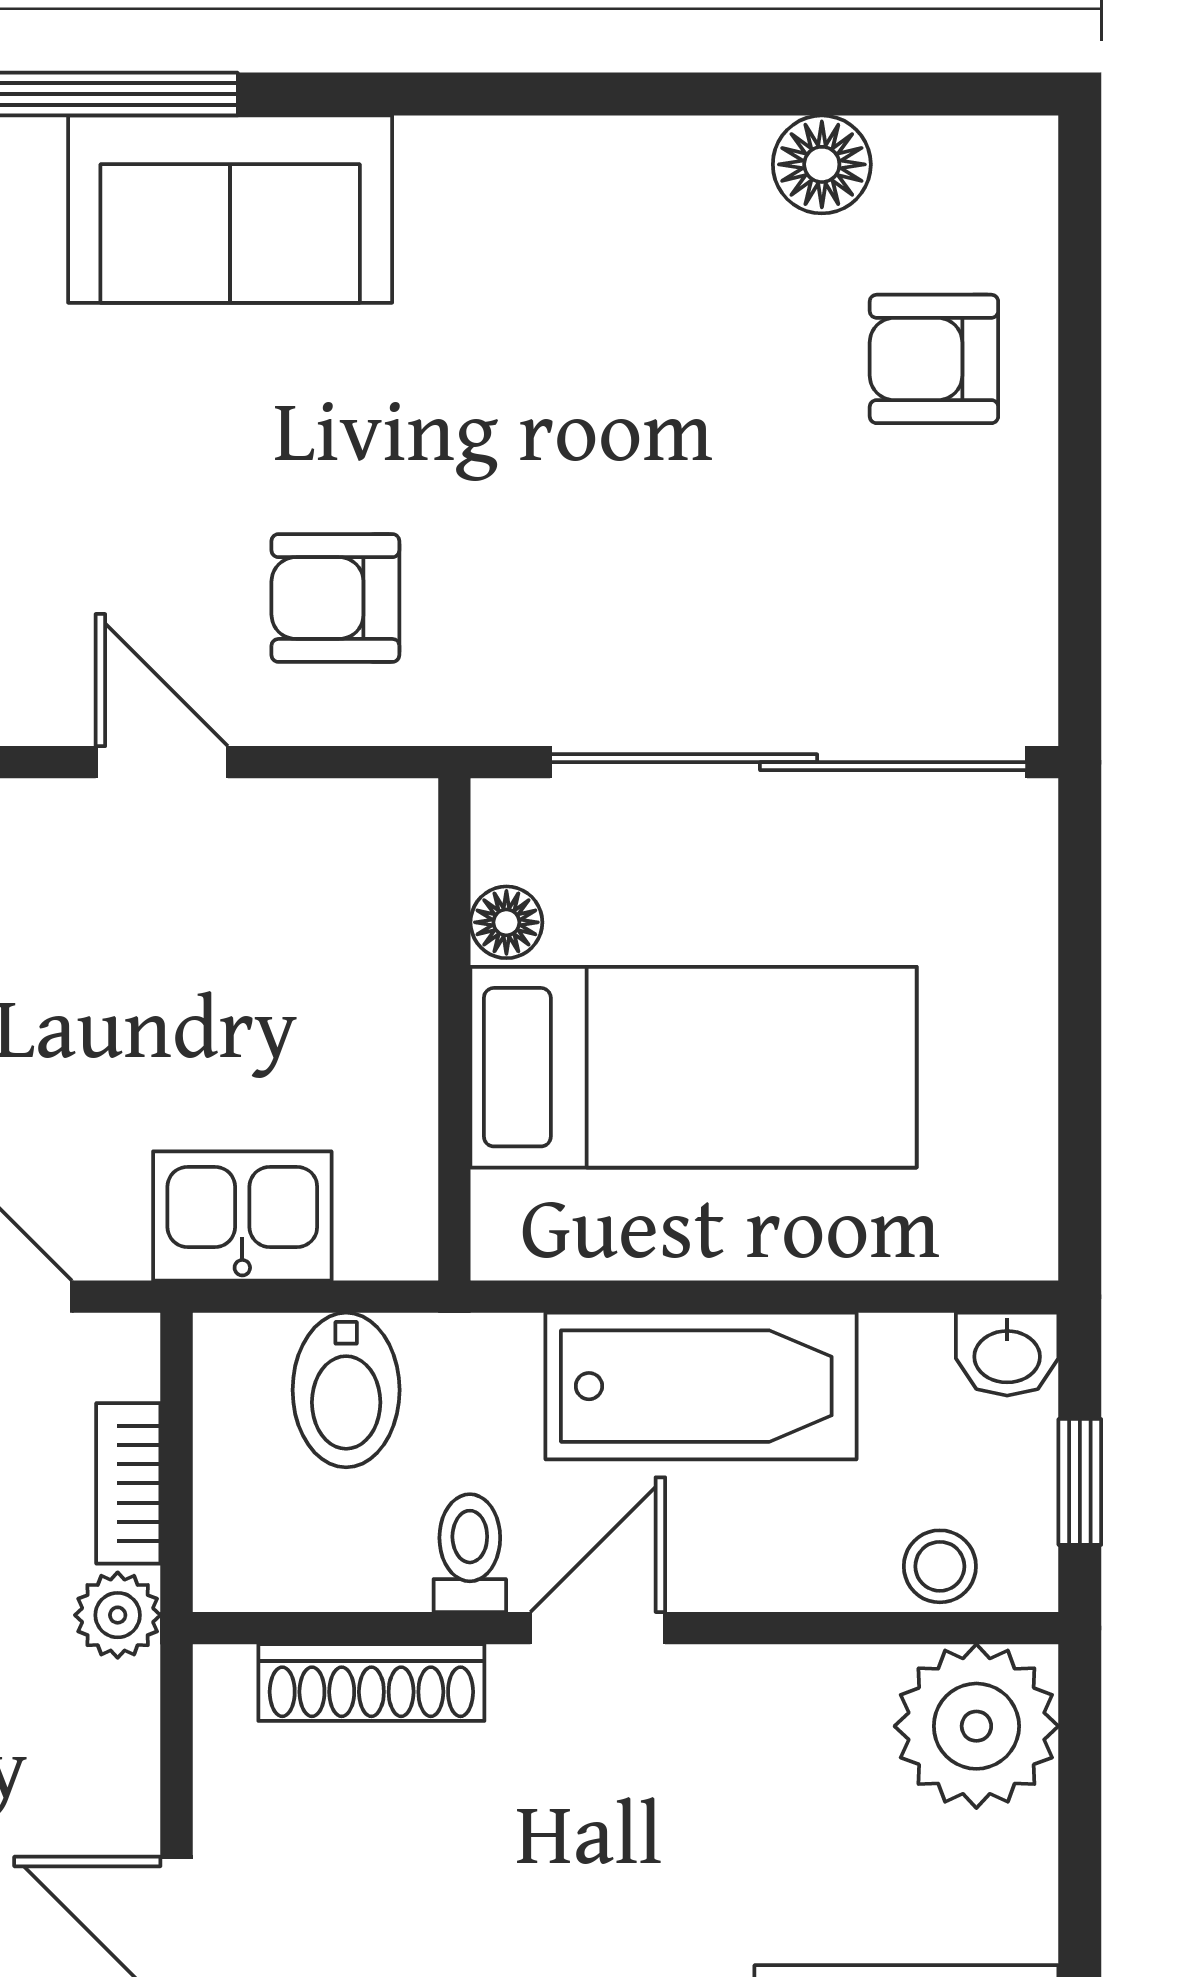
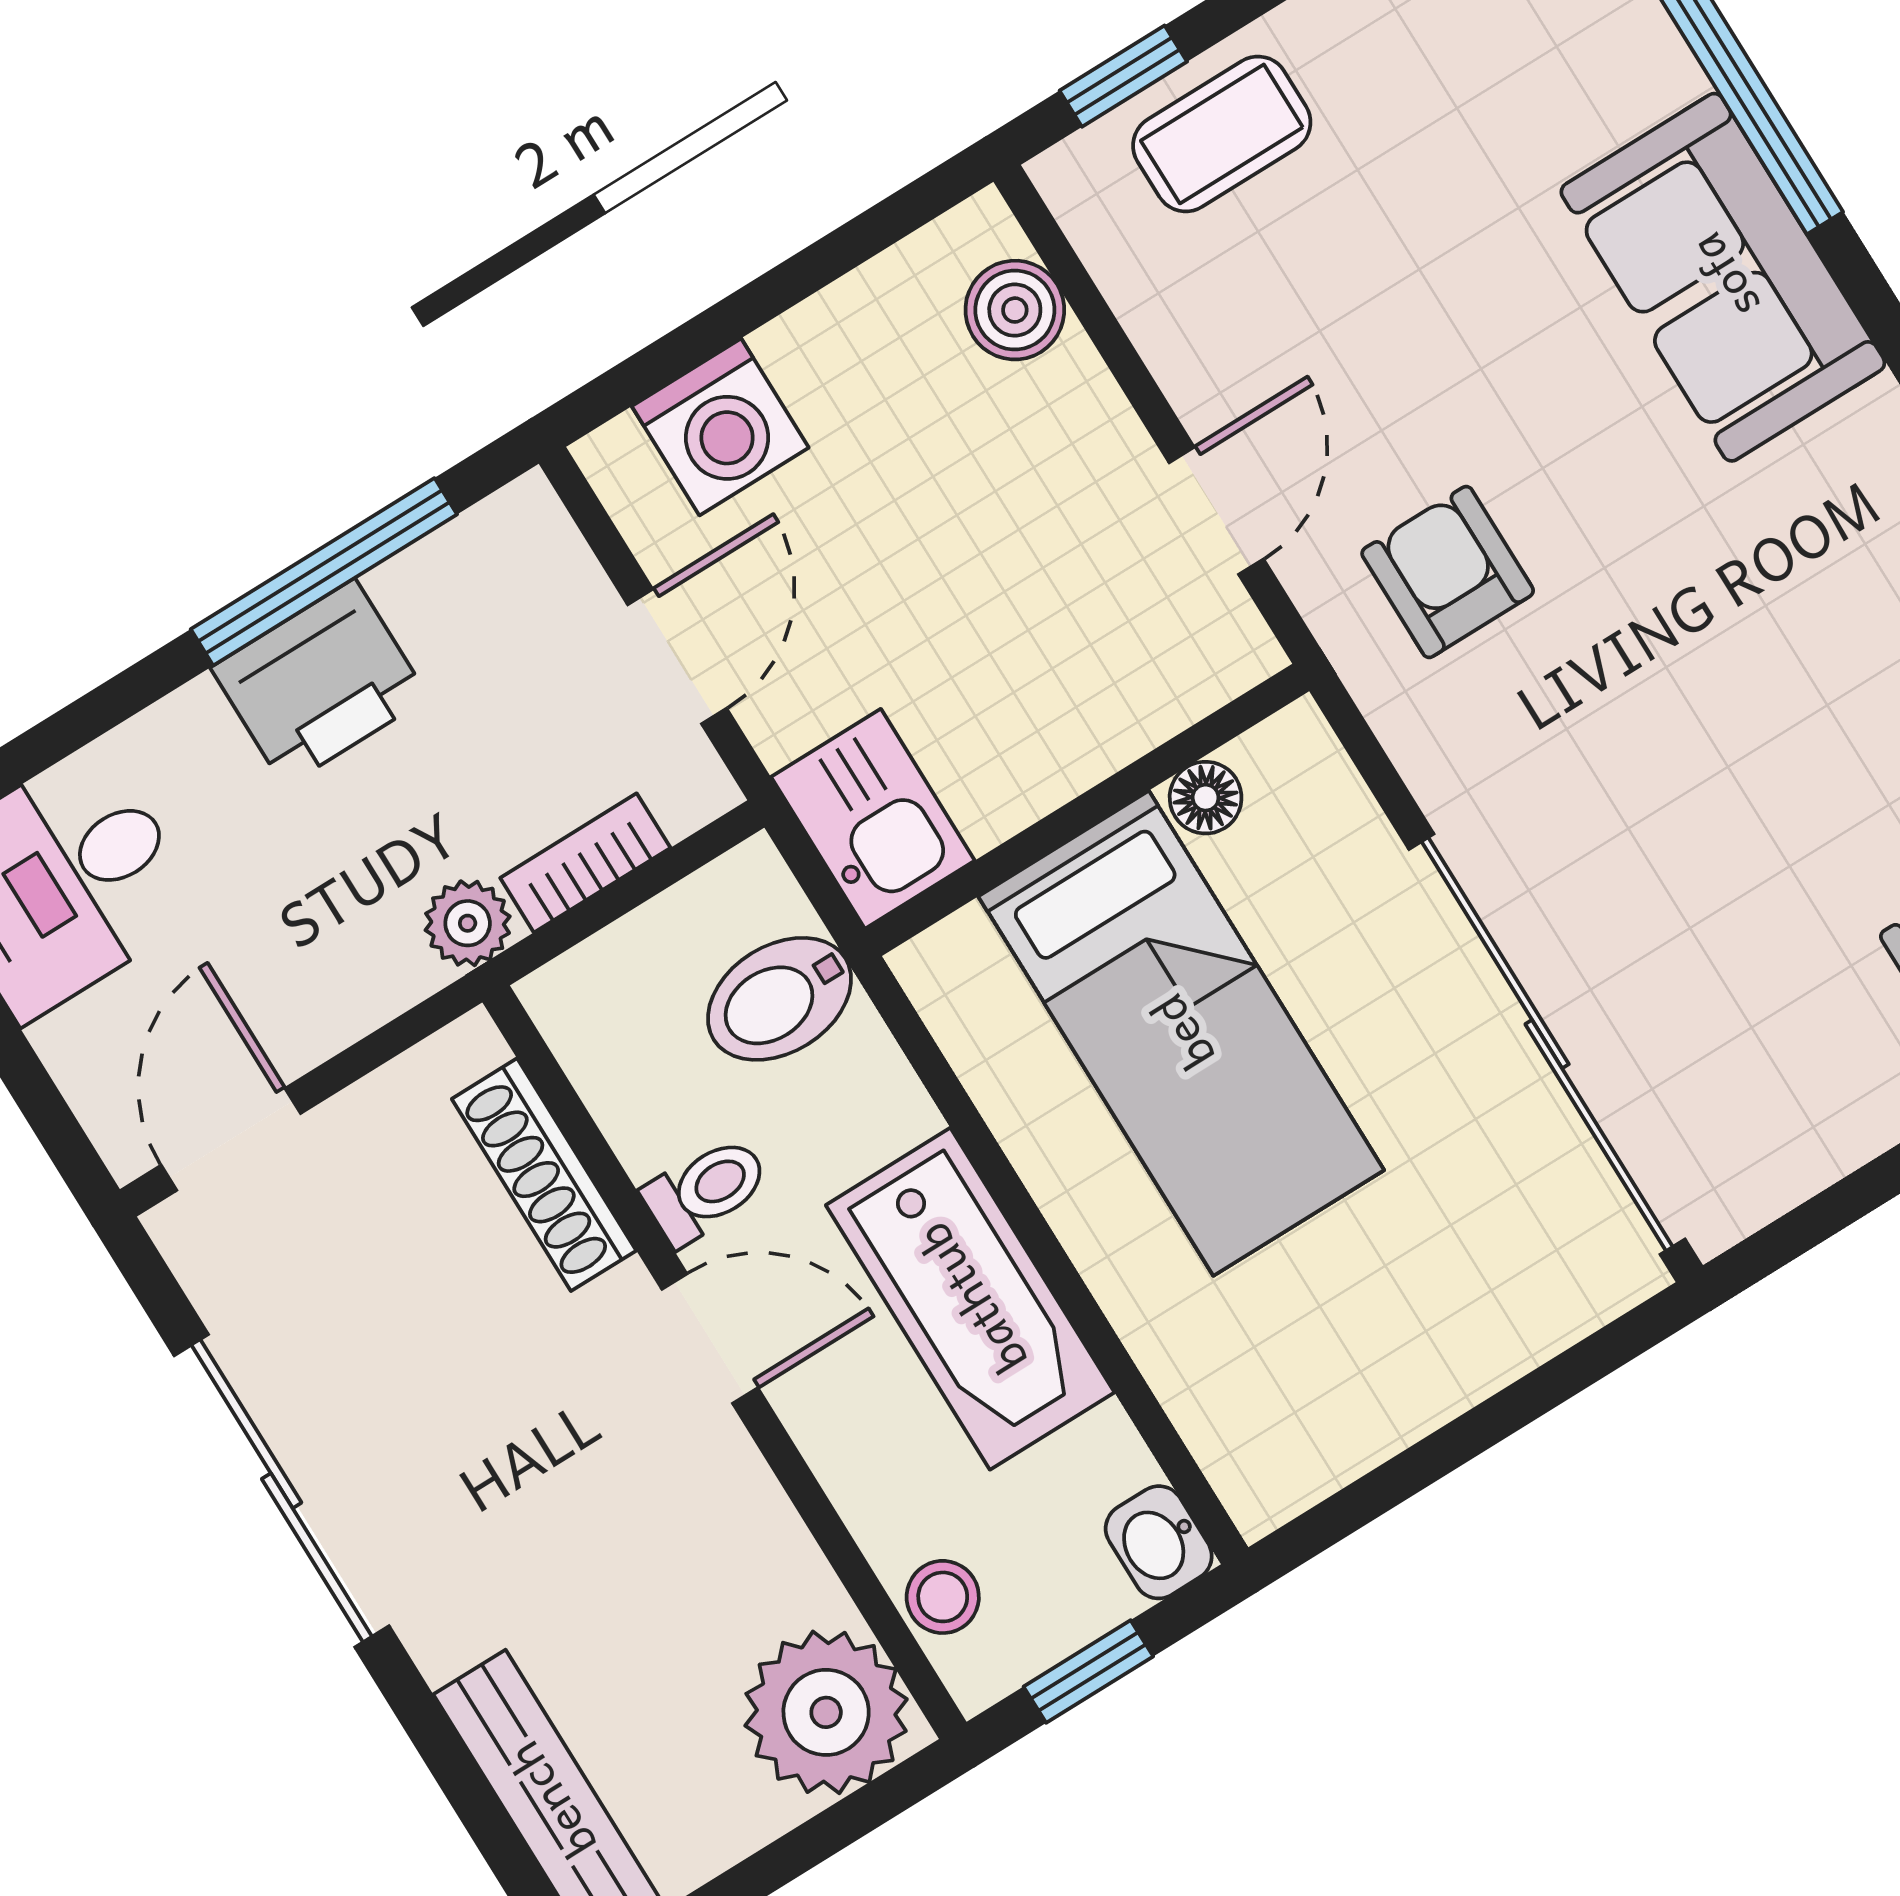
floor lamp: (506, 922) -> (1206, 798), moved
wall: (454, 1029) -> (1087, 810), moved
bed: (694, 1067) -> (1181, 1033), moved

